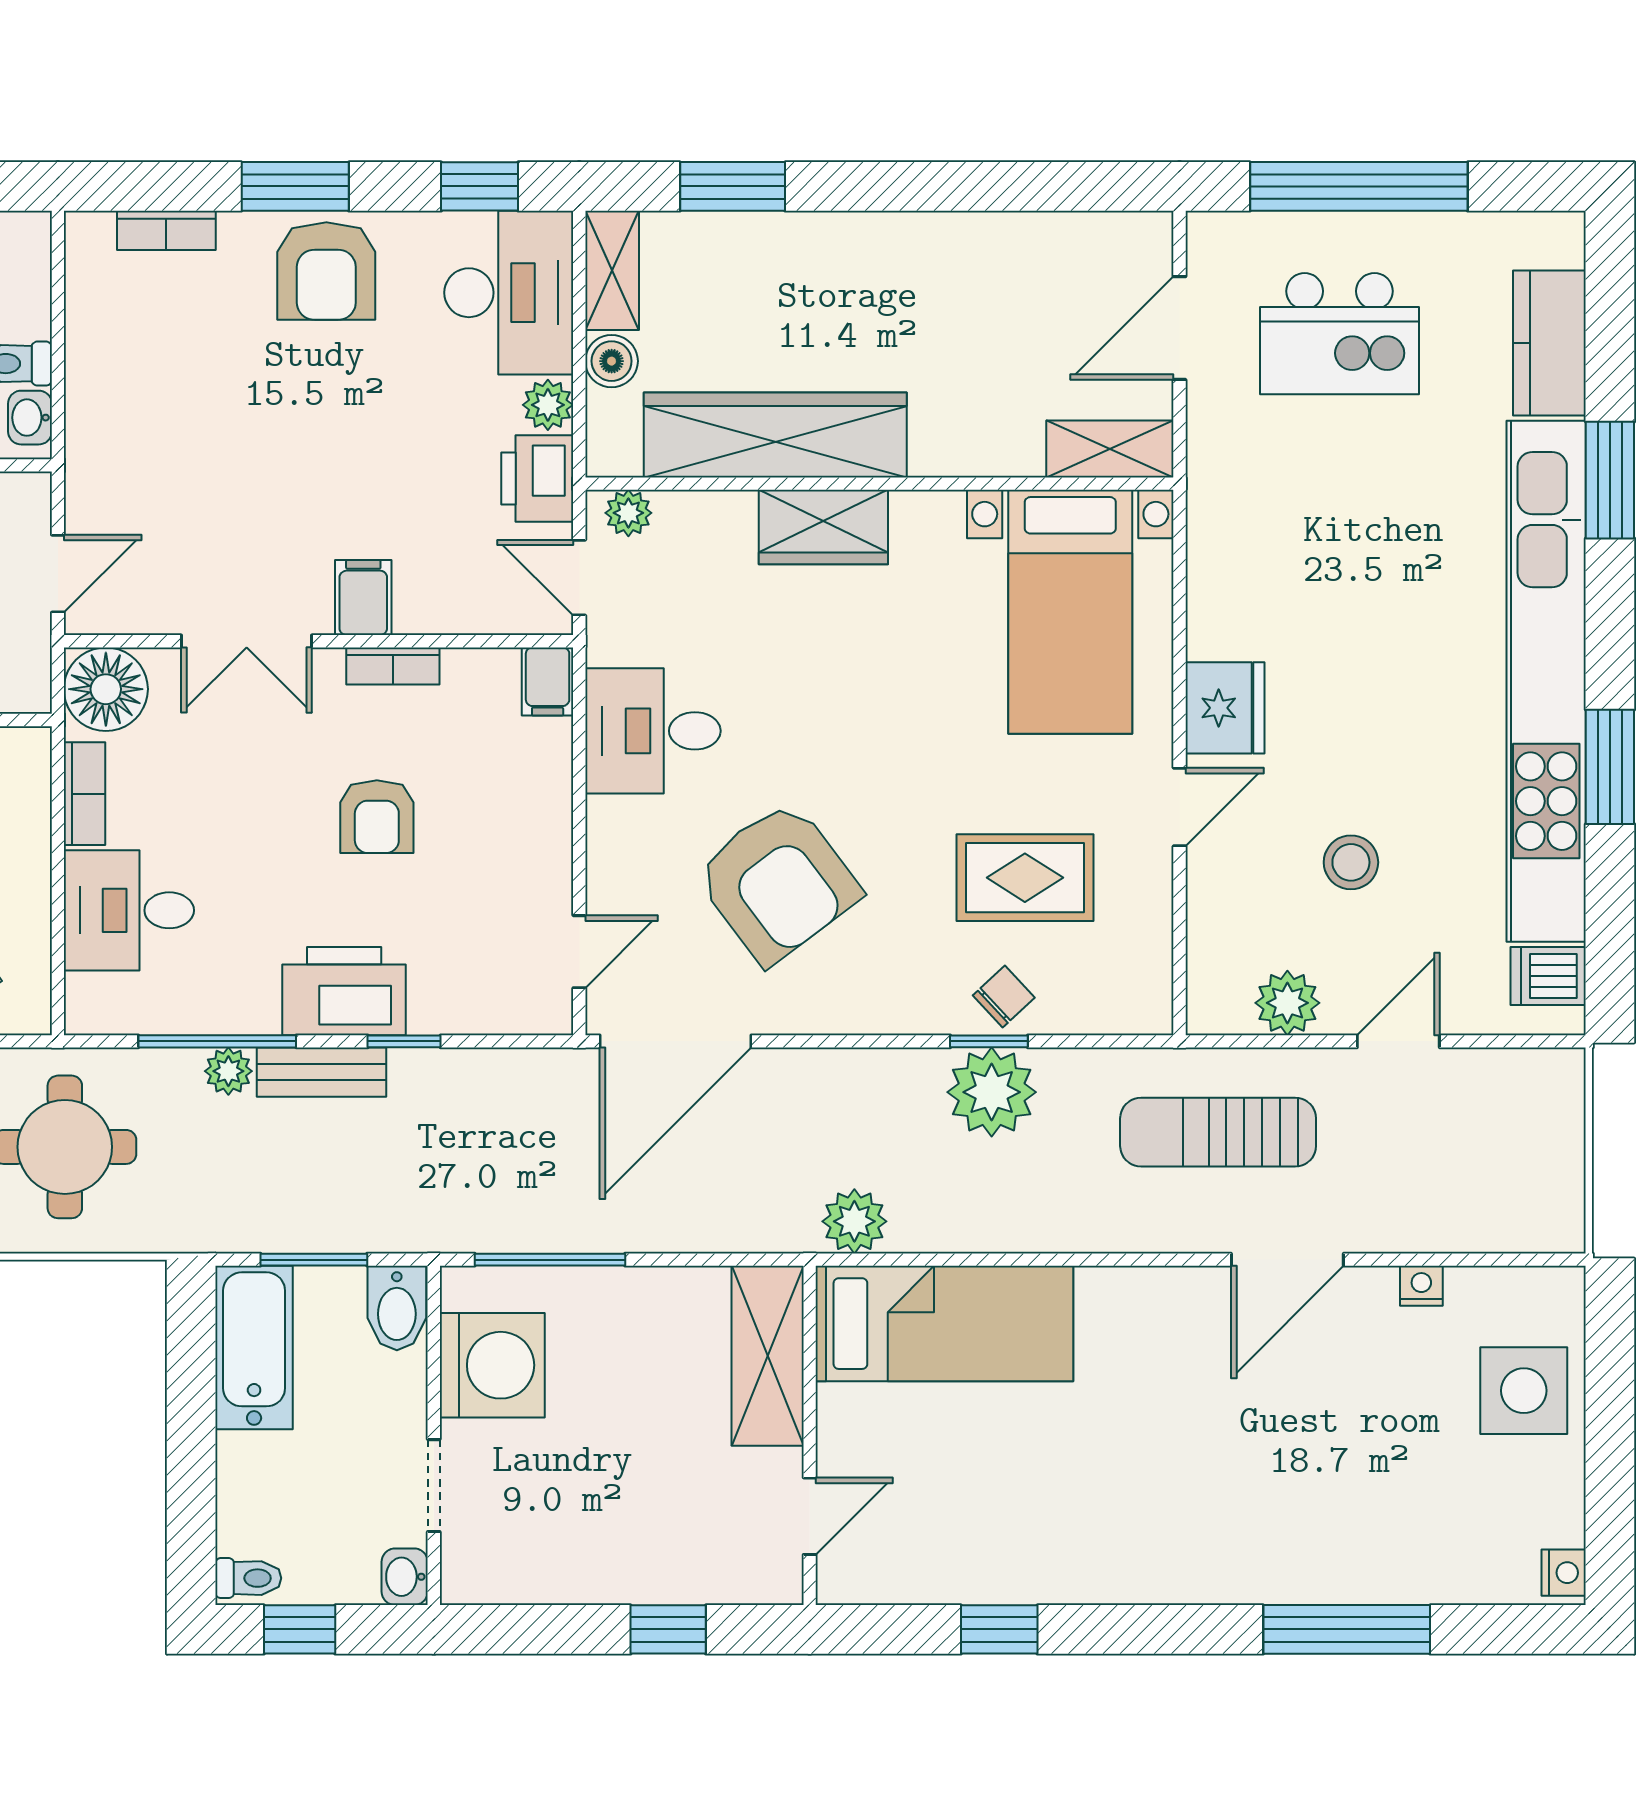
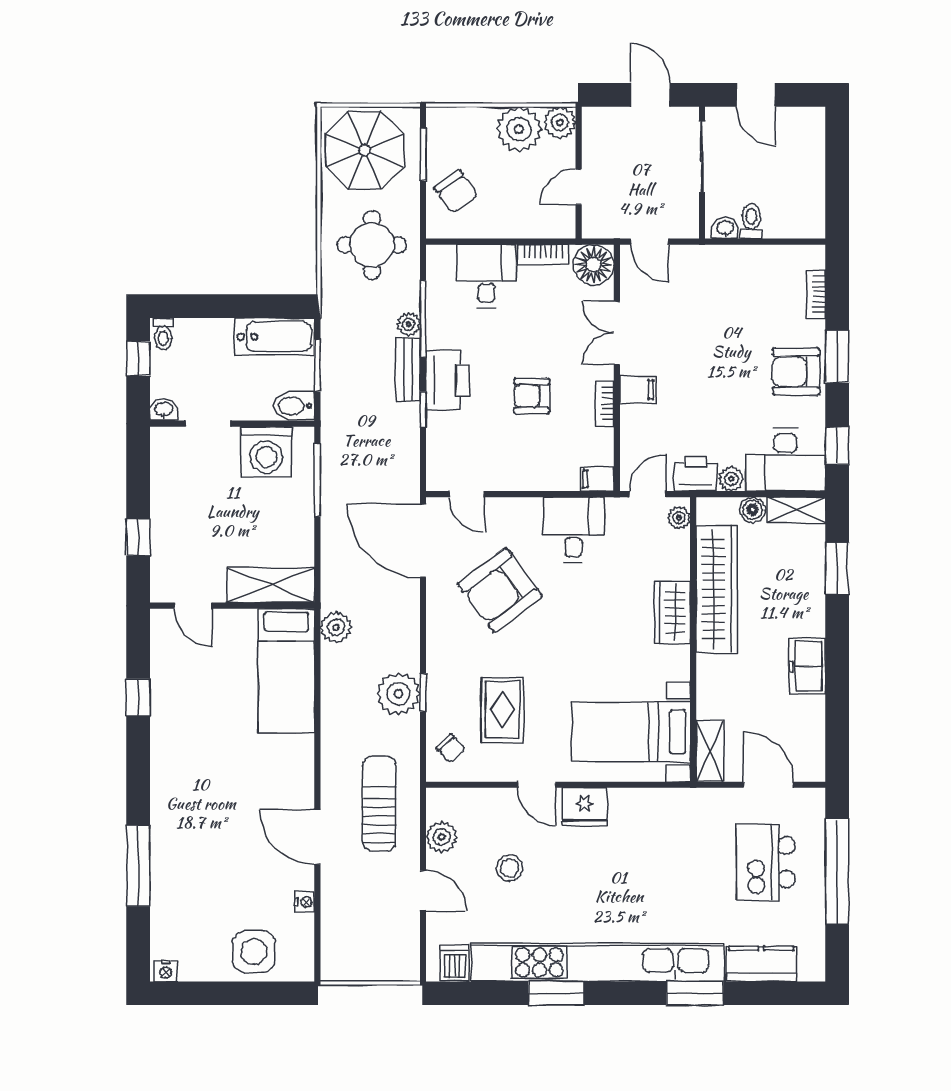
freezer: (935, 248) -> (807, 666), added
chair: (1004, 997) -> (451, 748), moved

